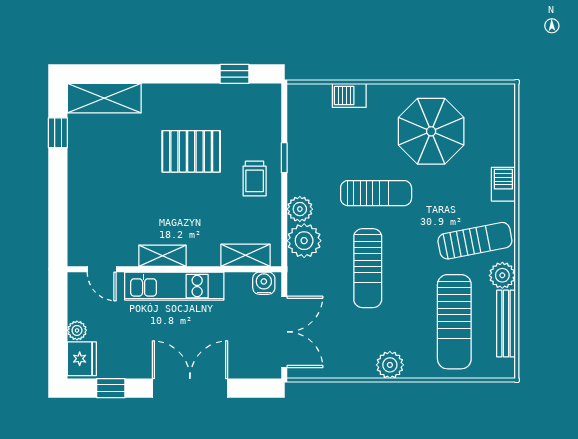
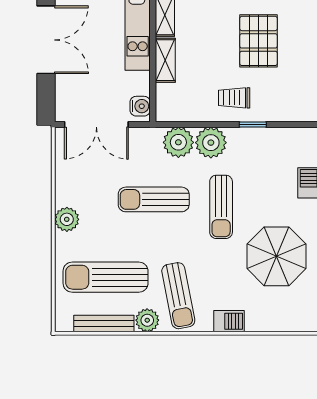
plant: (300, 209) -> (211, 143), width x1.36, depth x1.36
shelving: (246, 255) -> (165, 60), moved

